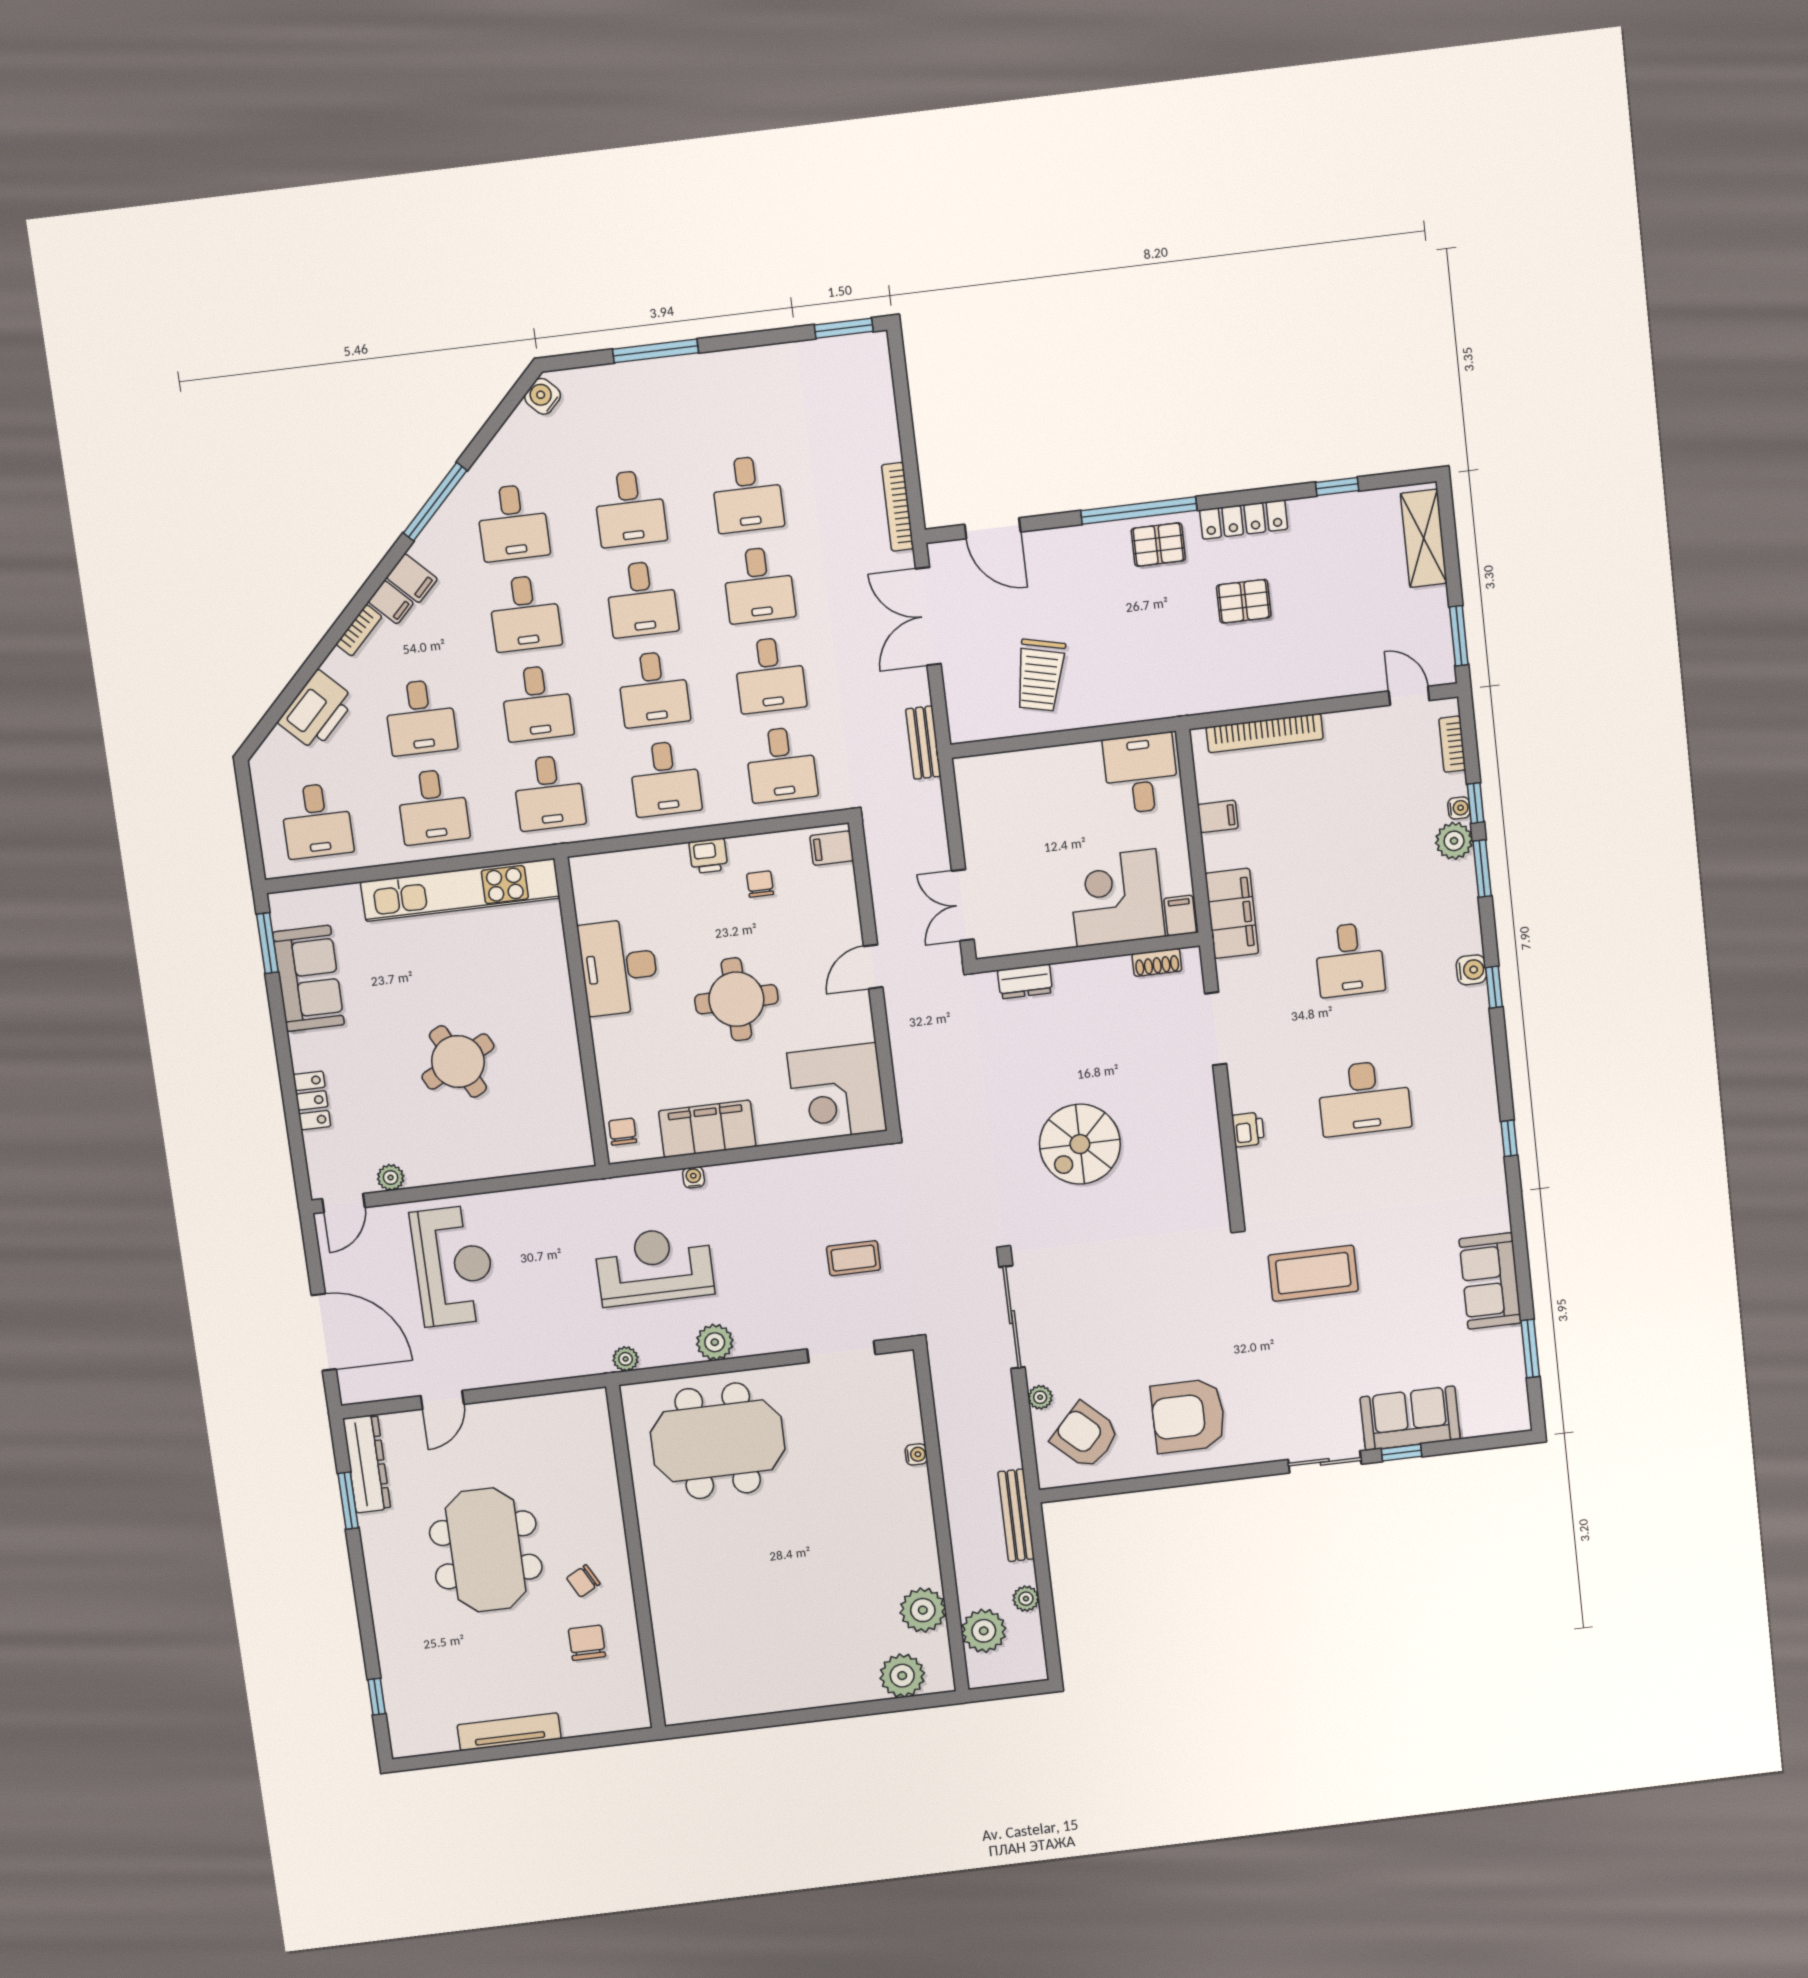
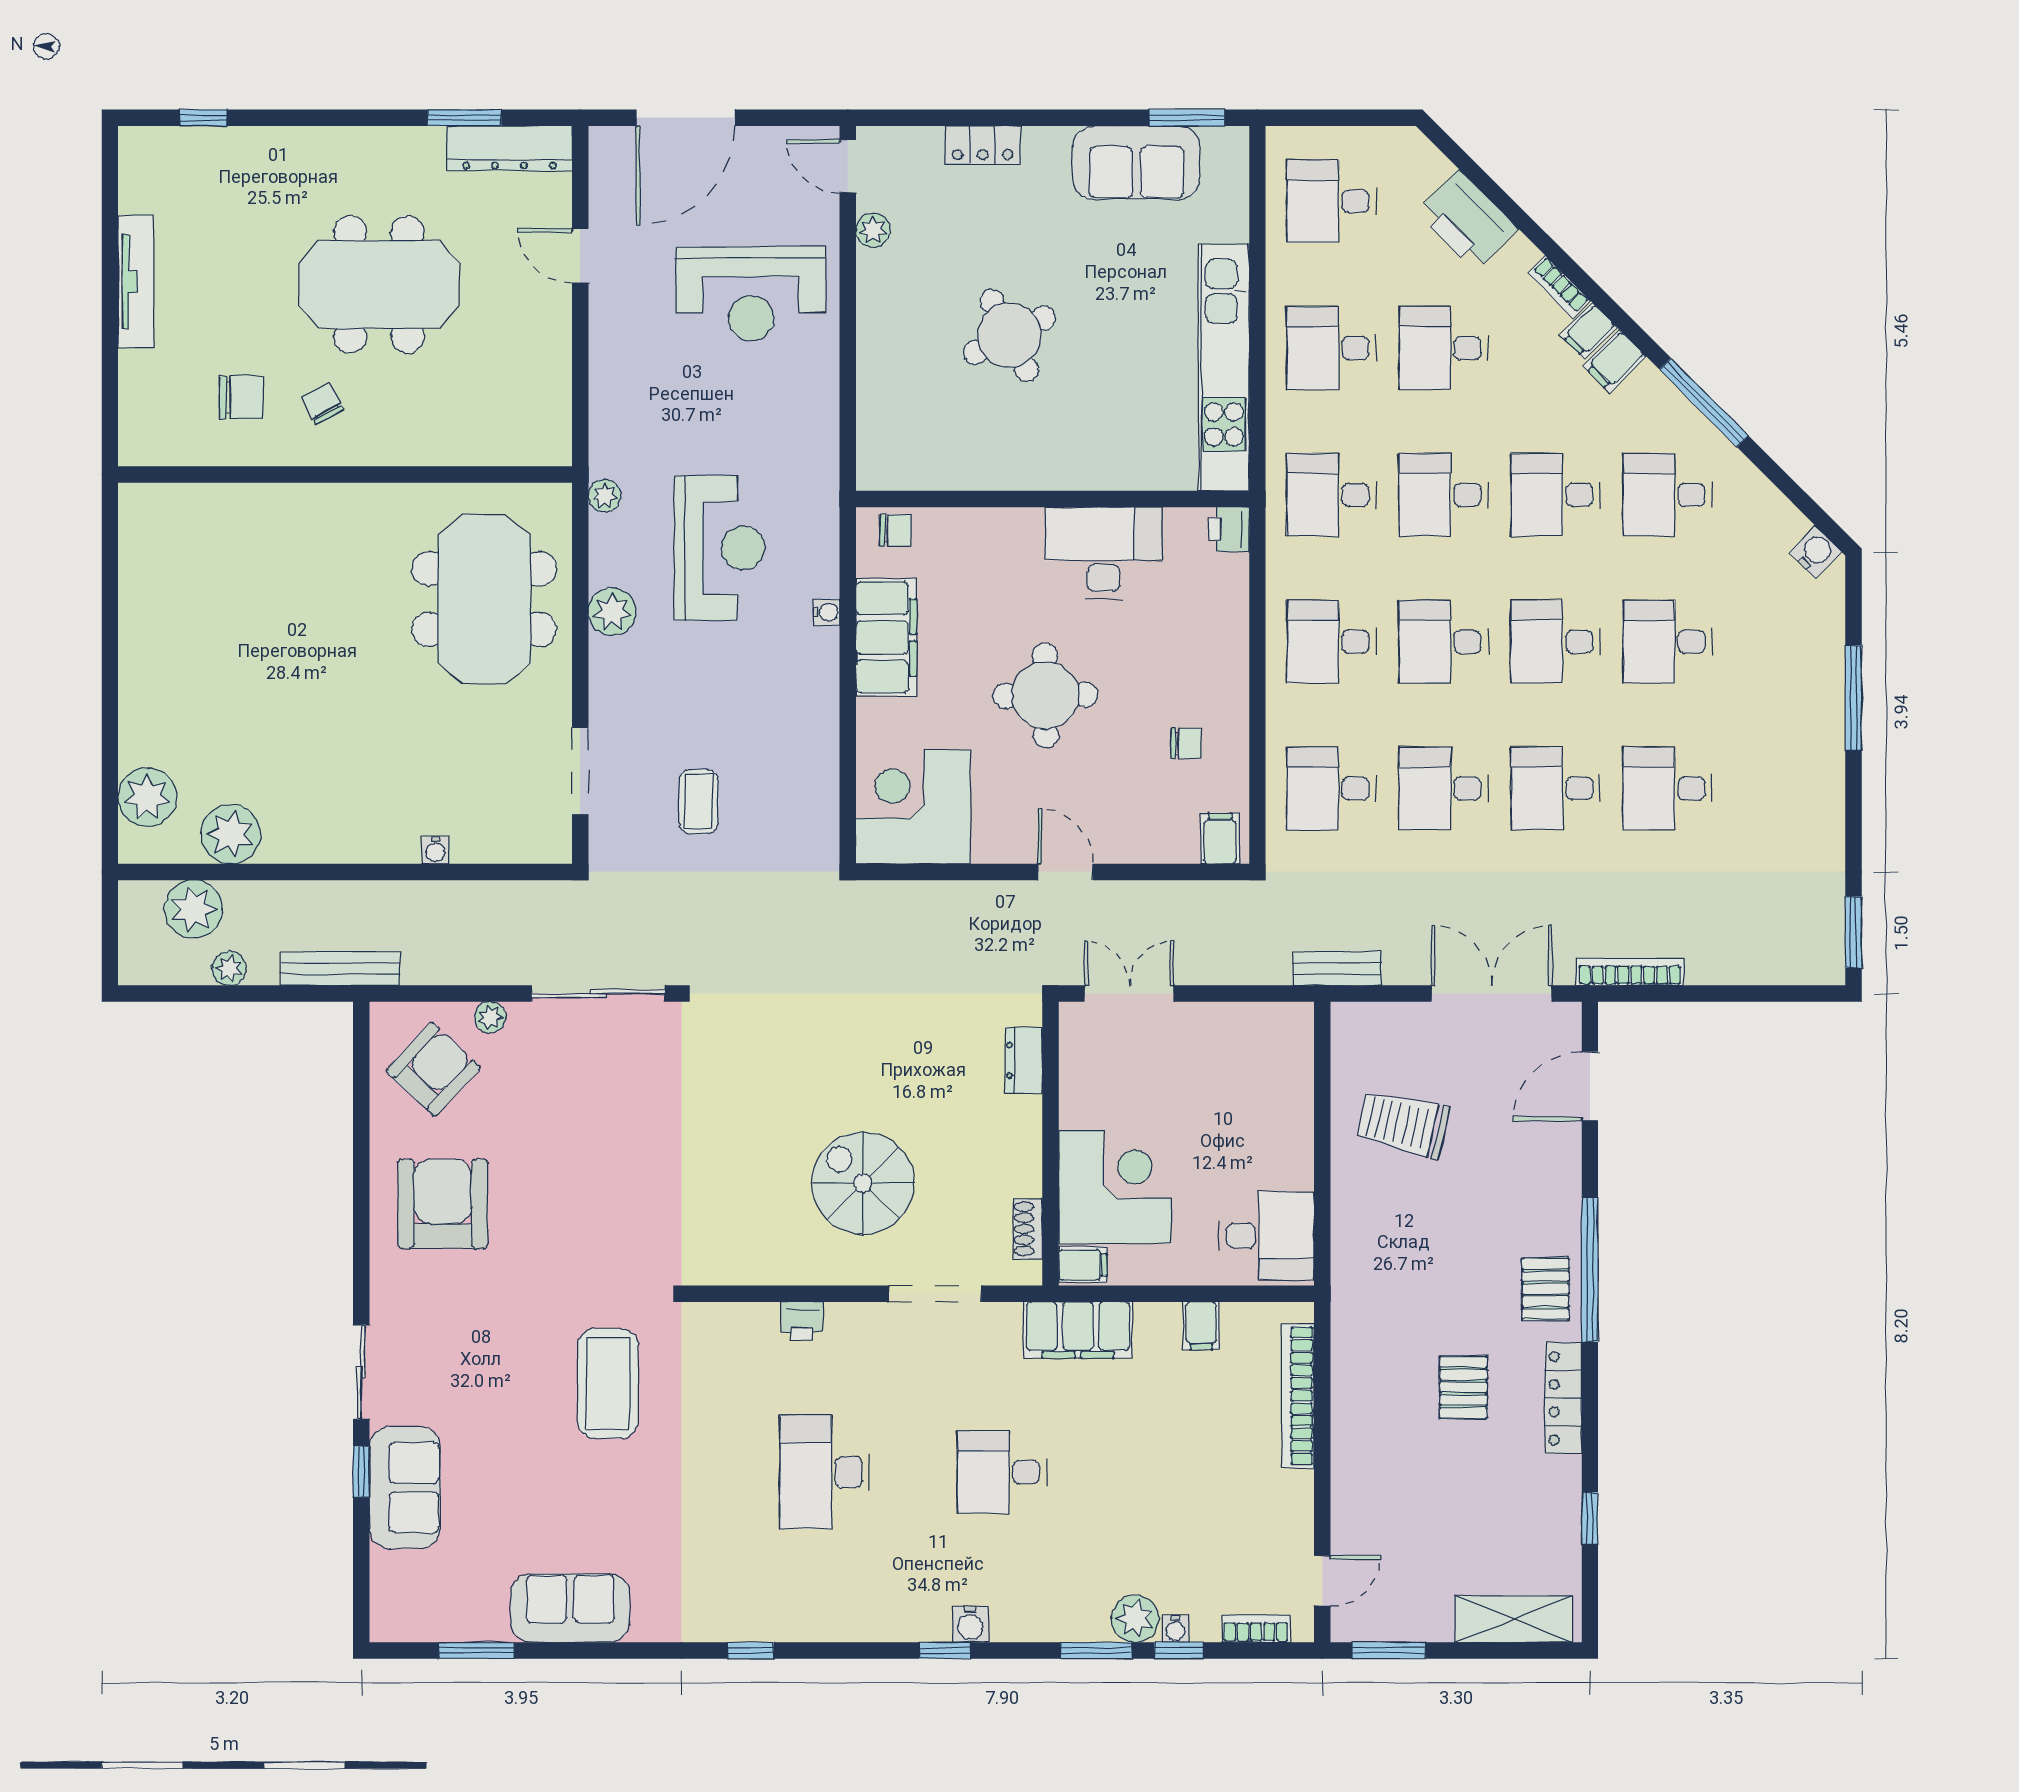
printer: (708, 856) -> (1229, 529), moved
spiral stairs: (1080, 1144) -> (863, 1183), moved

